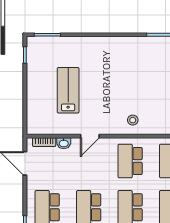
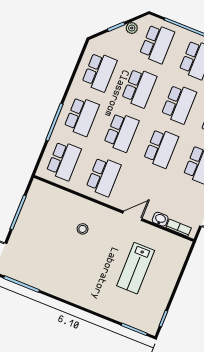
stool: (133, 120) -> (83, 229), moved

